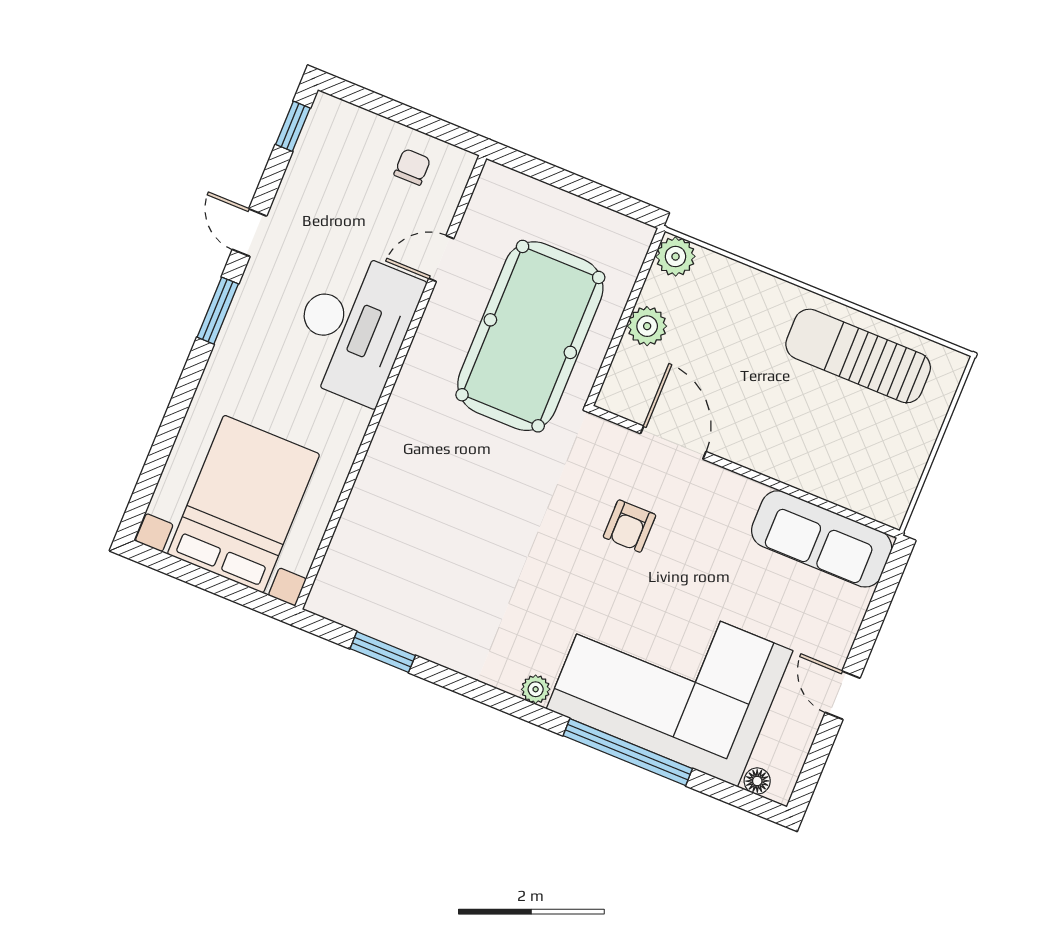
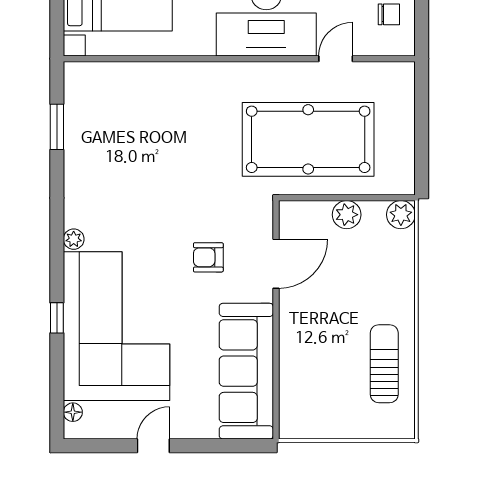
door: (441, 259) -> (336, 59), hinge flipped
sun lounger: (858, 356) -> (384, 364), width x0.73, depth x0.75
sofa: (822, 539) -> (246, 371), width x1.36, depth x1.27
window: (628, 752) -> (57, 318), width x0.32

